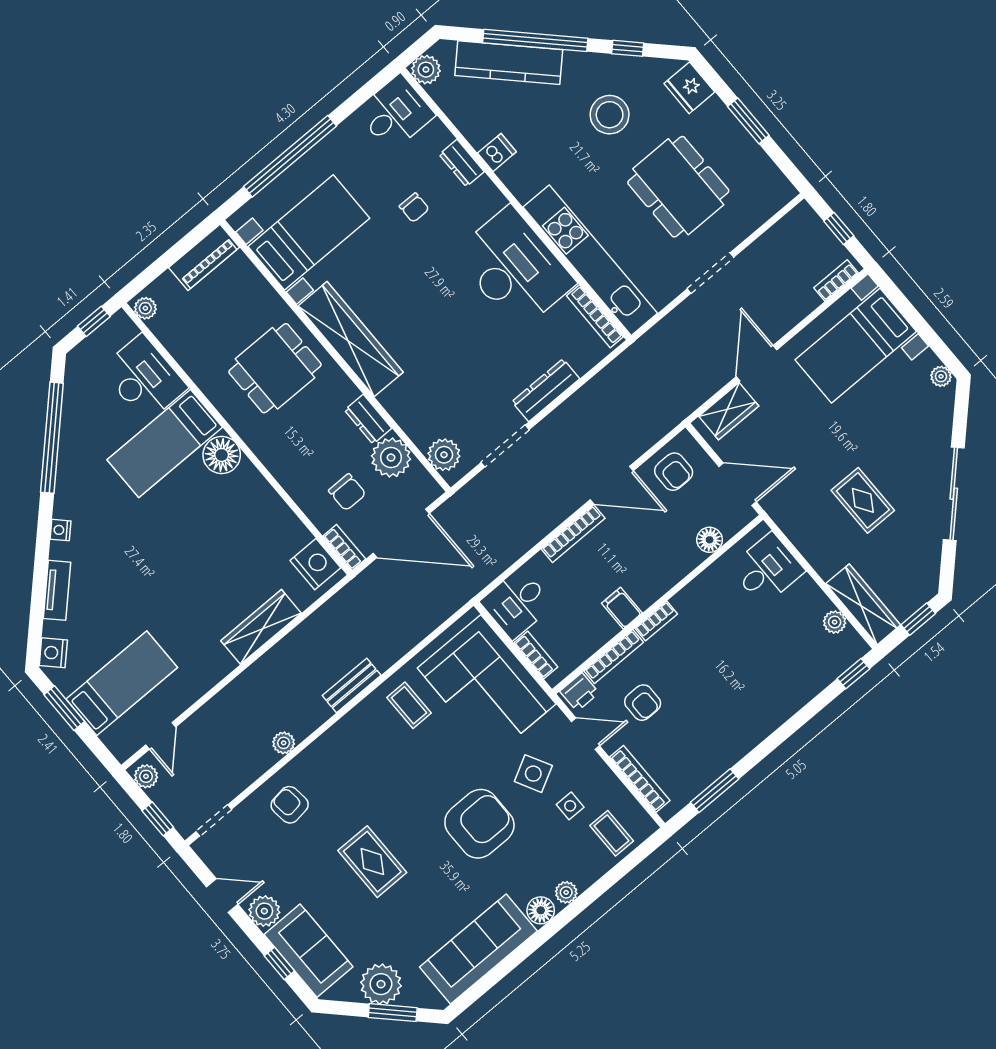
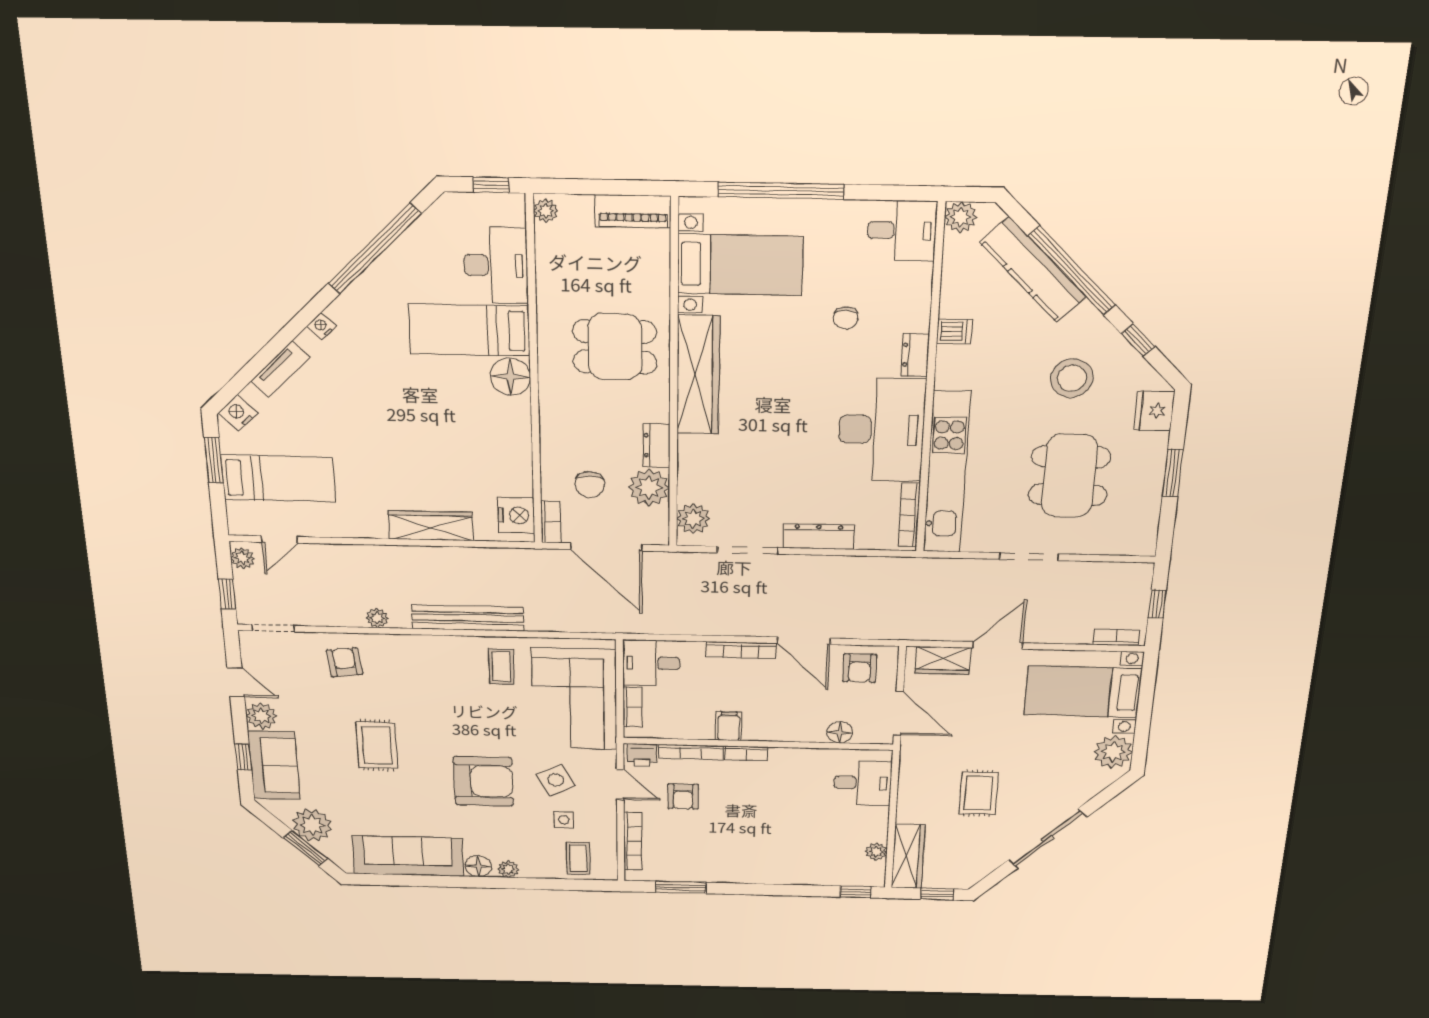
dresser: (462, 163) -> (915, 355), moved
plant: (941, 376) -> (1113, 752), width x1.88, depth x1.88
bench: (352, 685) -> (468, 618), width x1.86, depth x1.21

